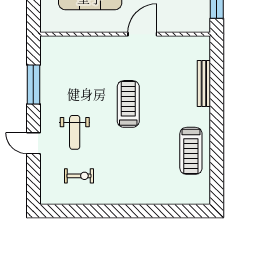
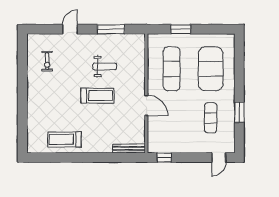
bench: (204, 83) -> (129, 149), moved
weight bench: (75, 132) -> (105, 66), moved, turned 180

